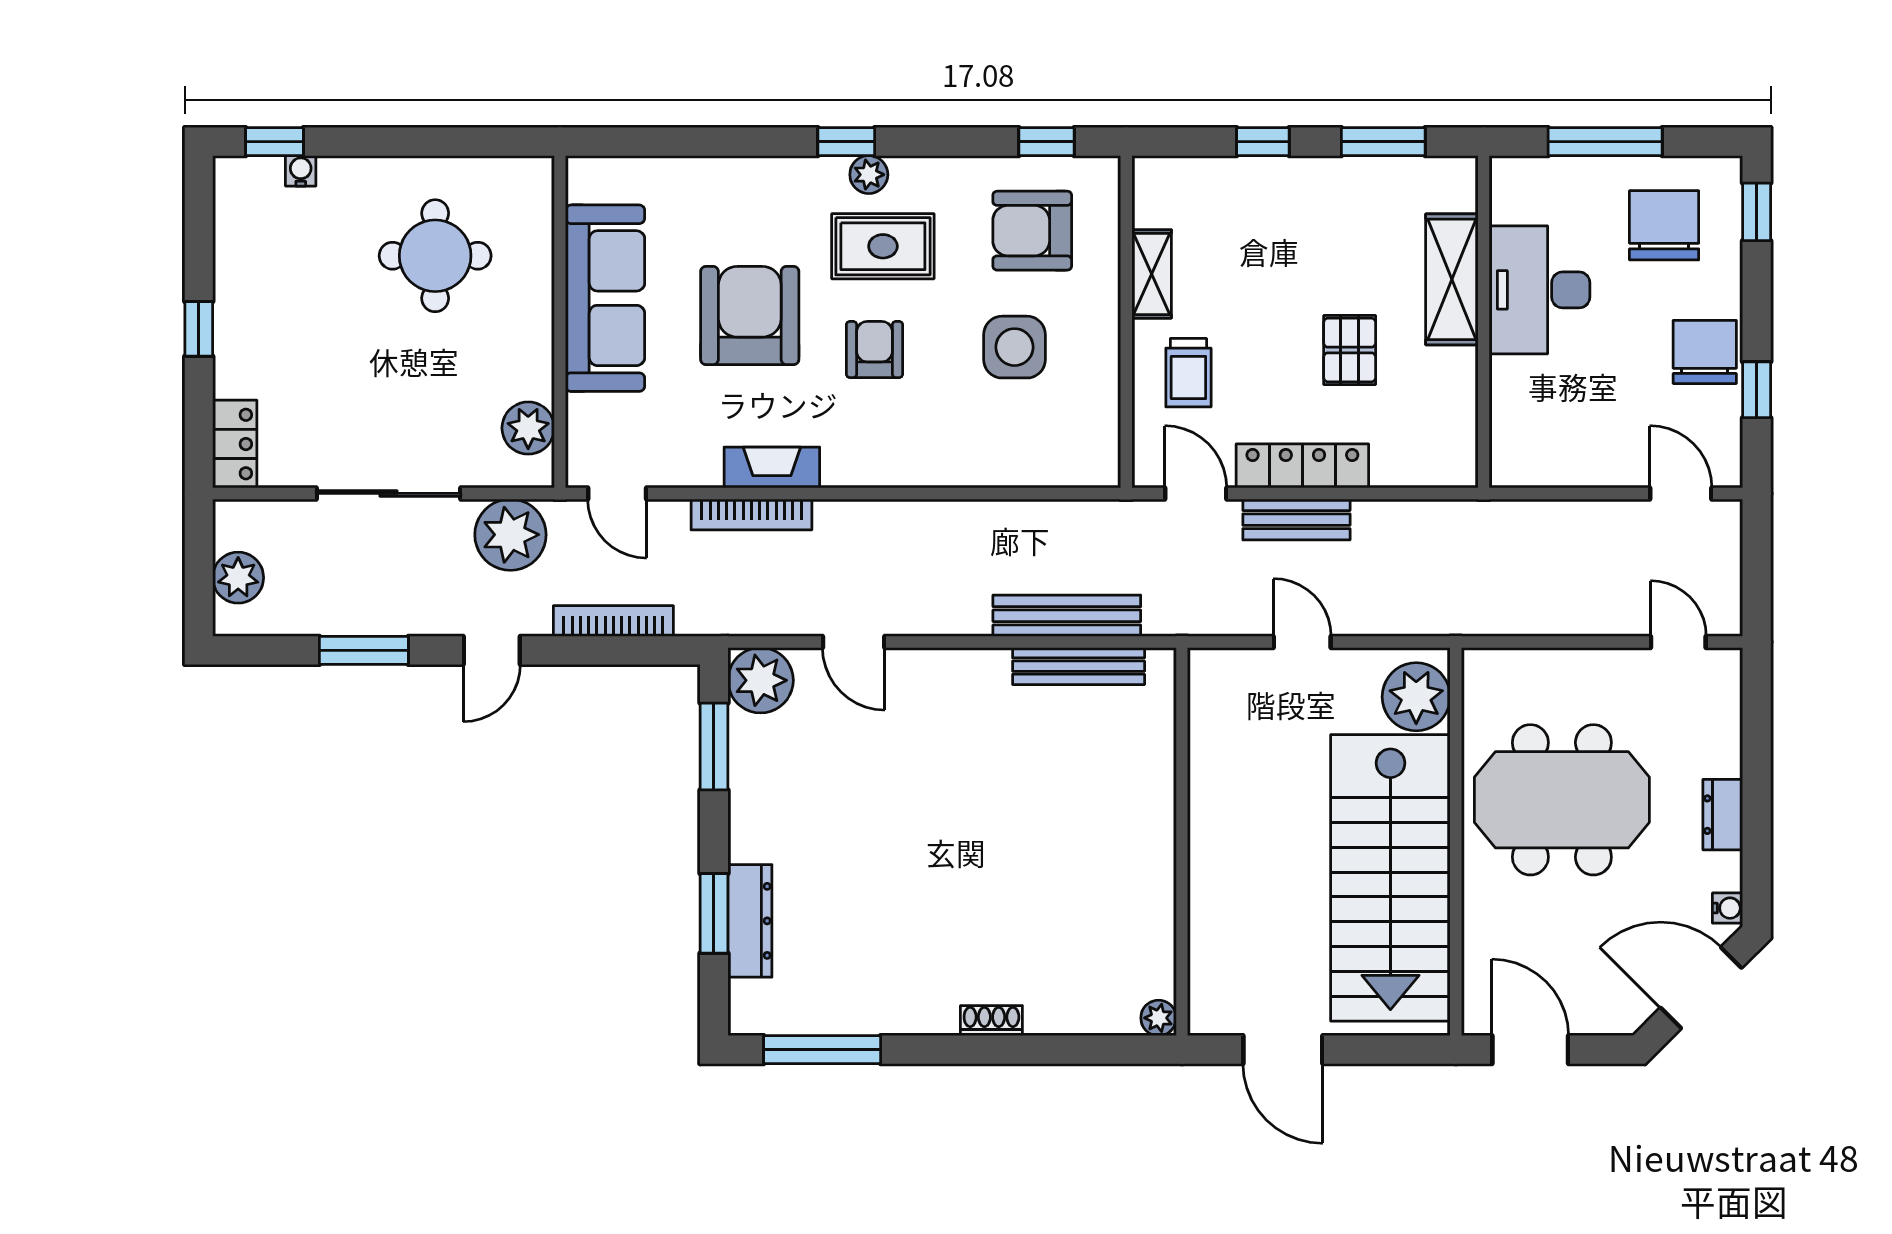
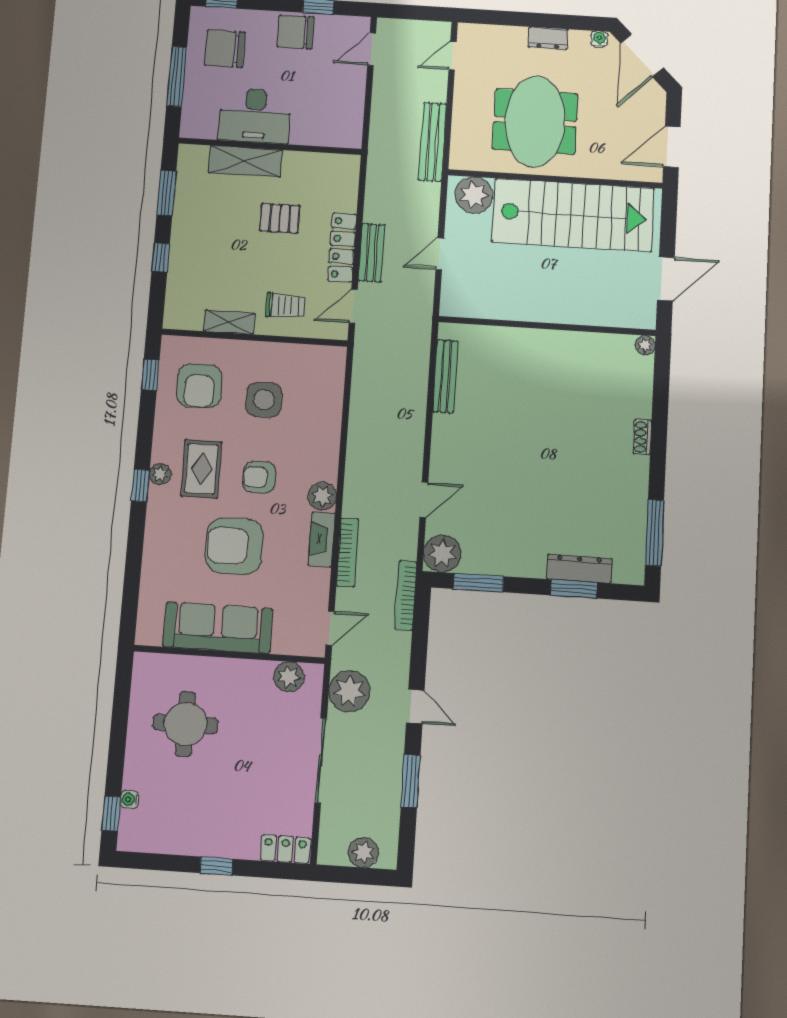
plant: (848, 463) -> (322, 496), added
bench: (1067, 616) -> (433, 142), moved
bookcase: (613, 621) -> (406, 595), moved

